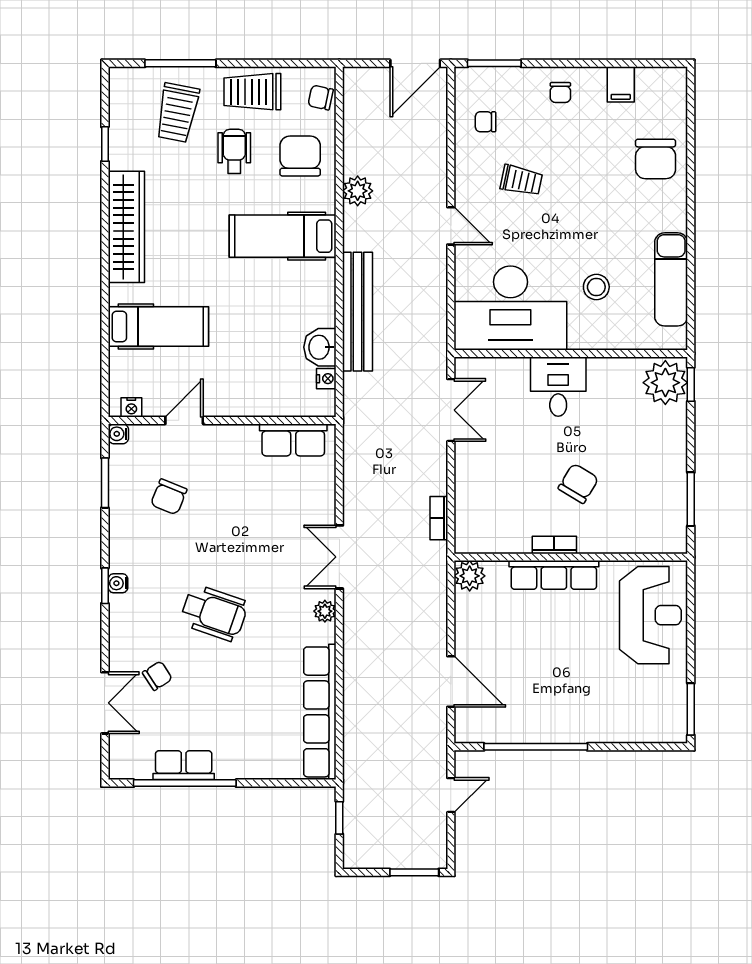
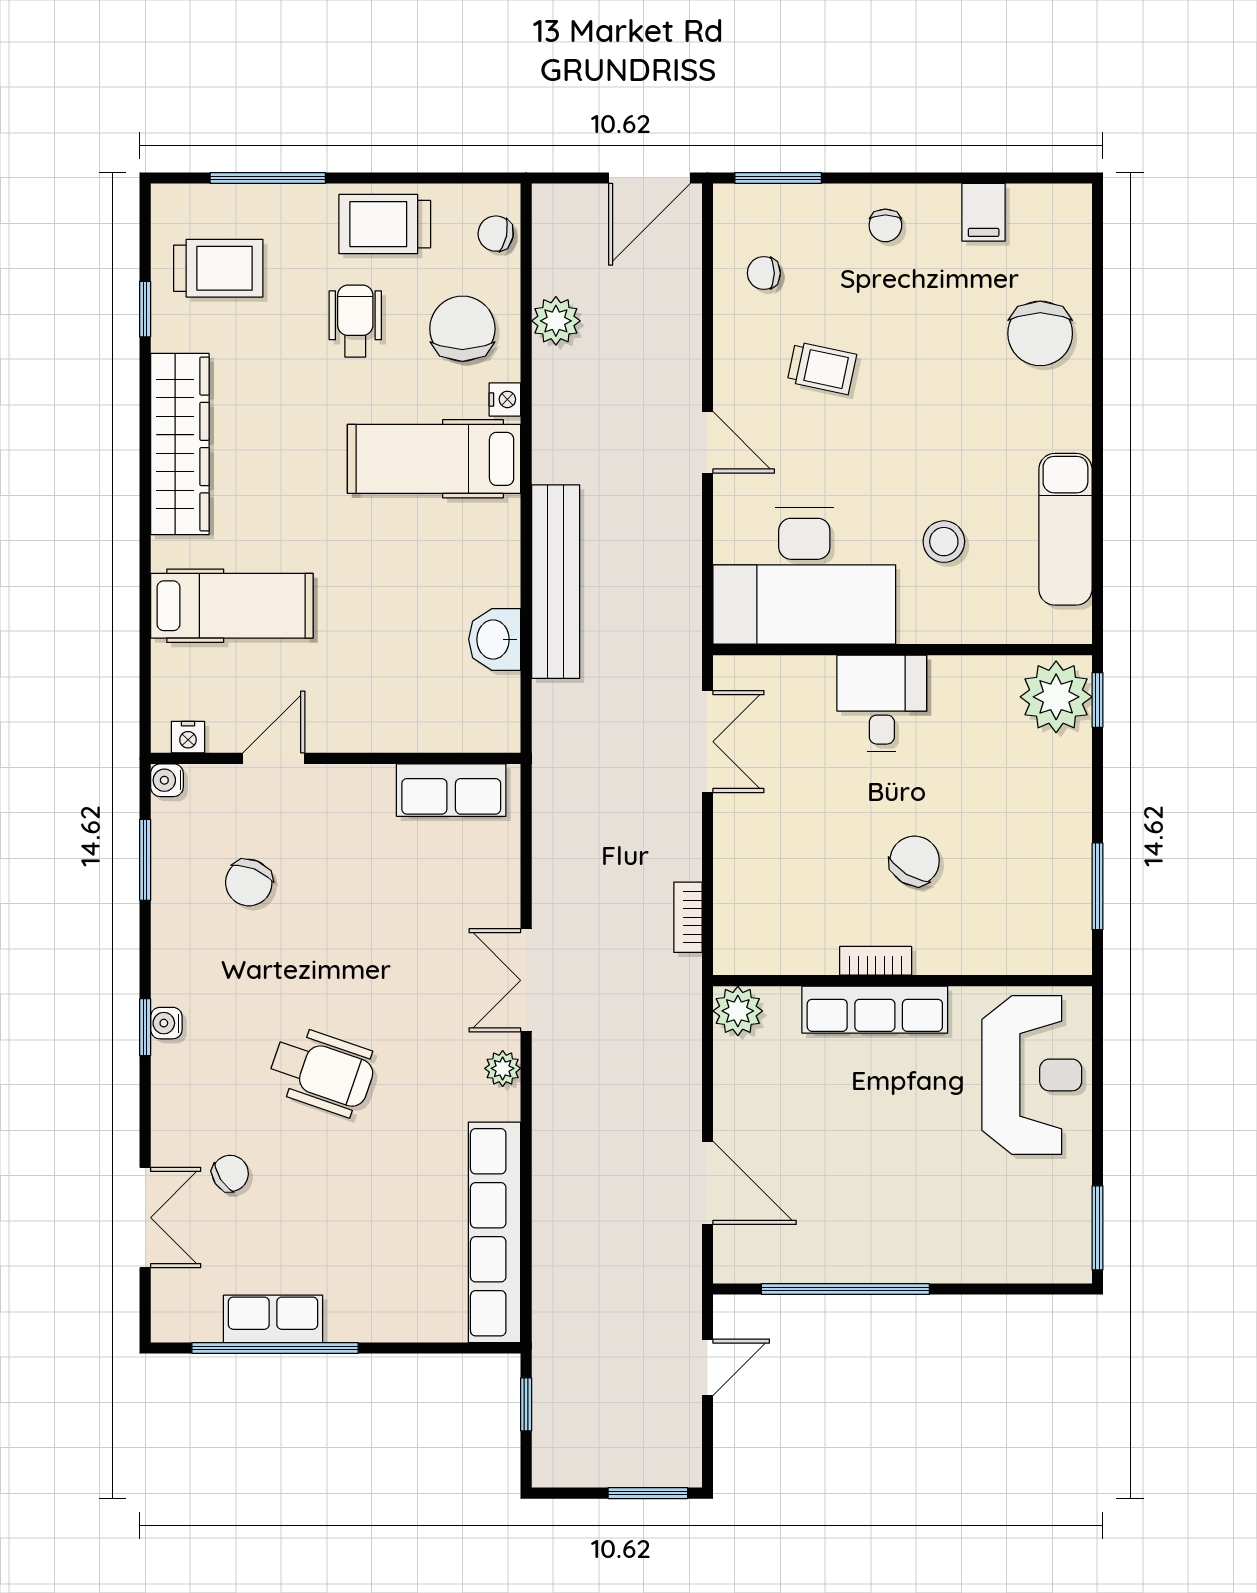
trolley: (177, 113) -> (218, 268), moved, turned -101
plant: (358, 191) -> (556, 321), moved
nightstand: (326, 379) -> (505, 399), moved

